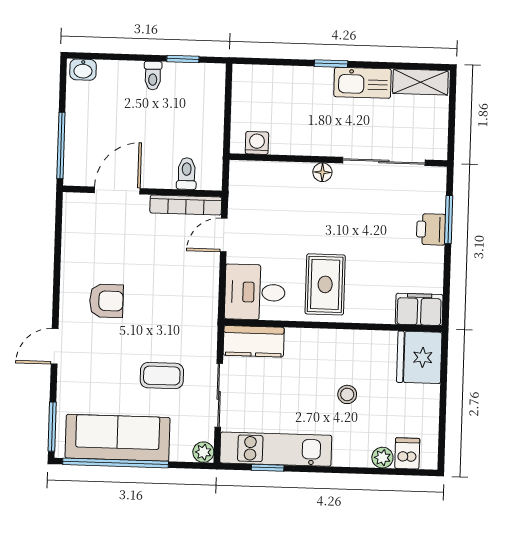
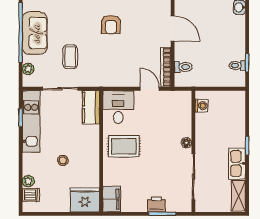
toilet: (153, 76) -> (237, 65), moved
sofa: (118, 438) -> (35, 33), width x0.73
plant: (203, 452) -> (28, 69), moved

